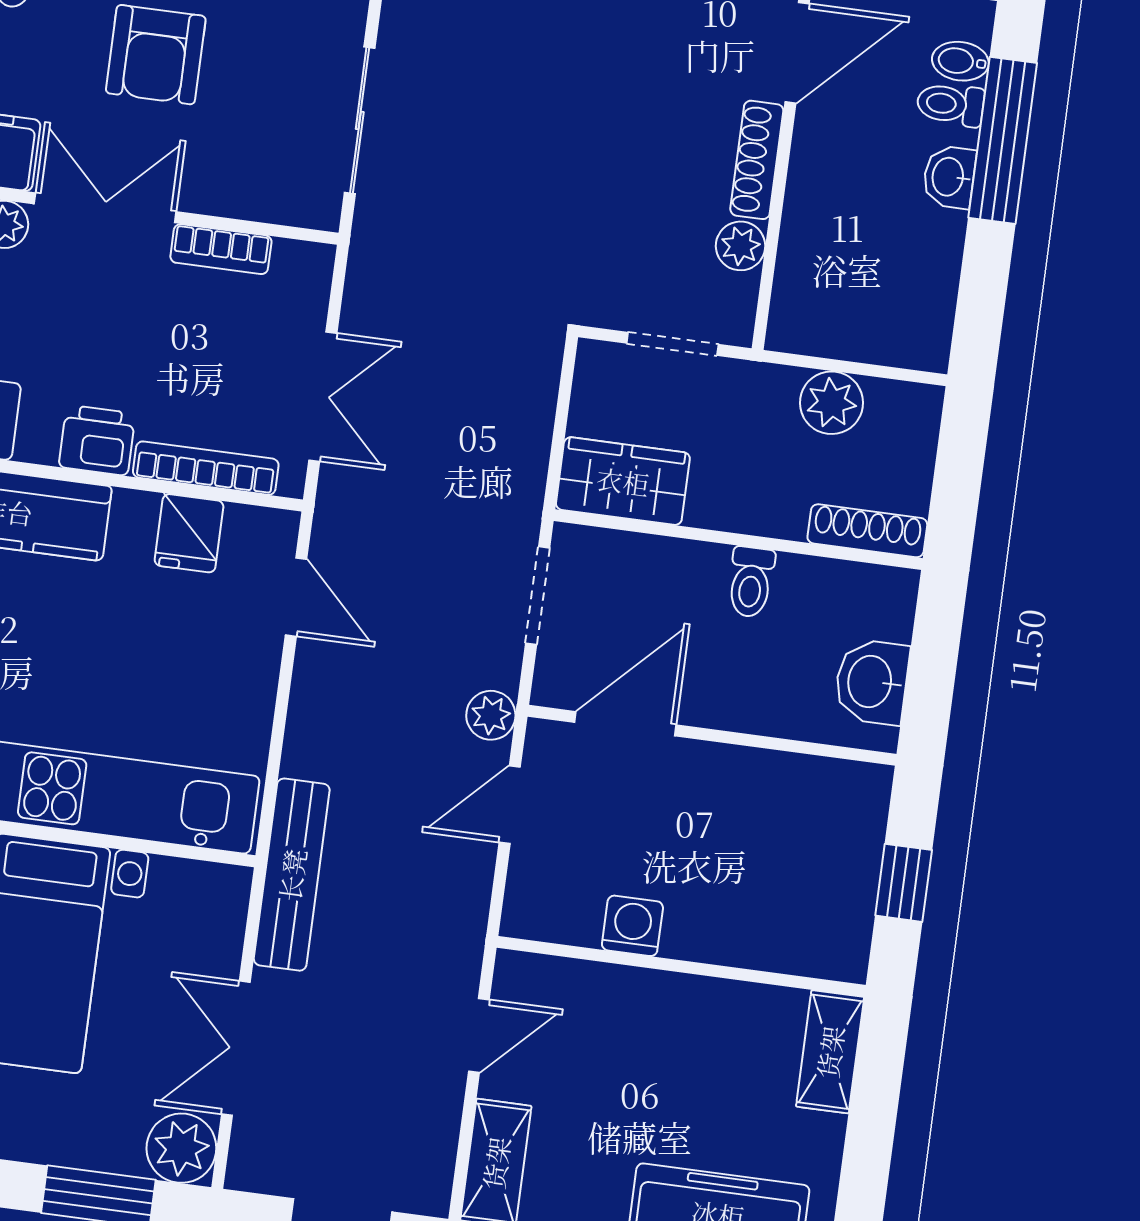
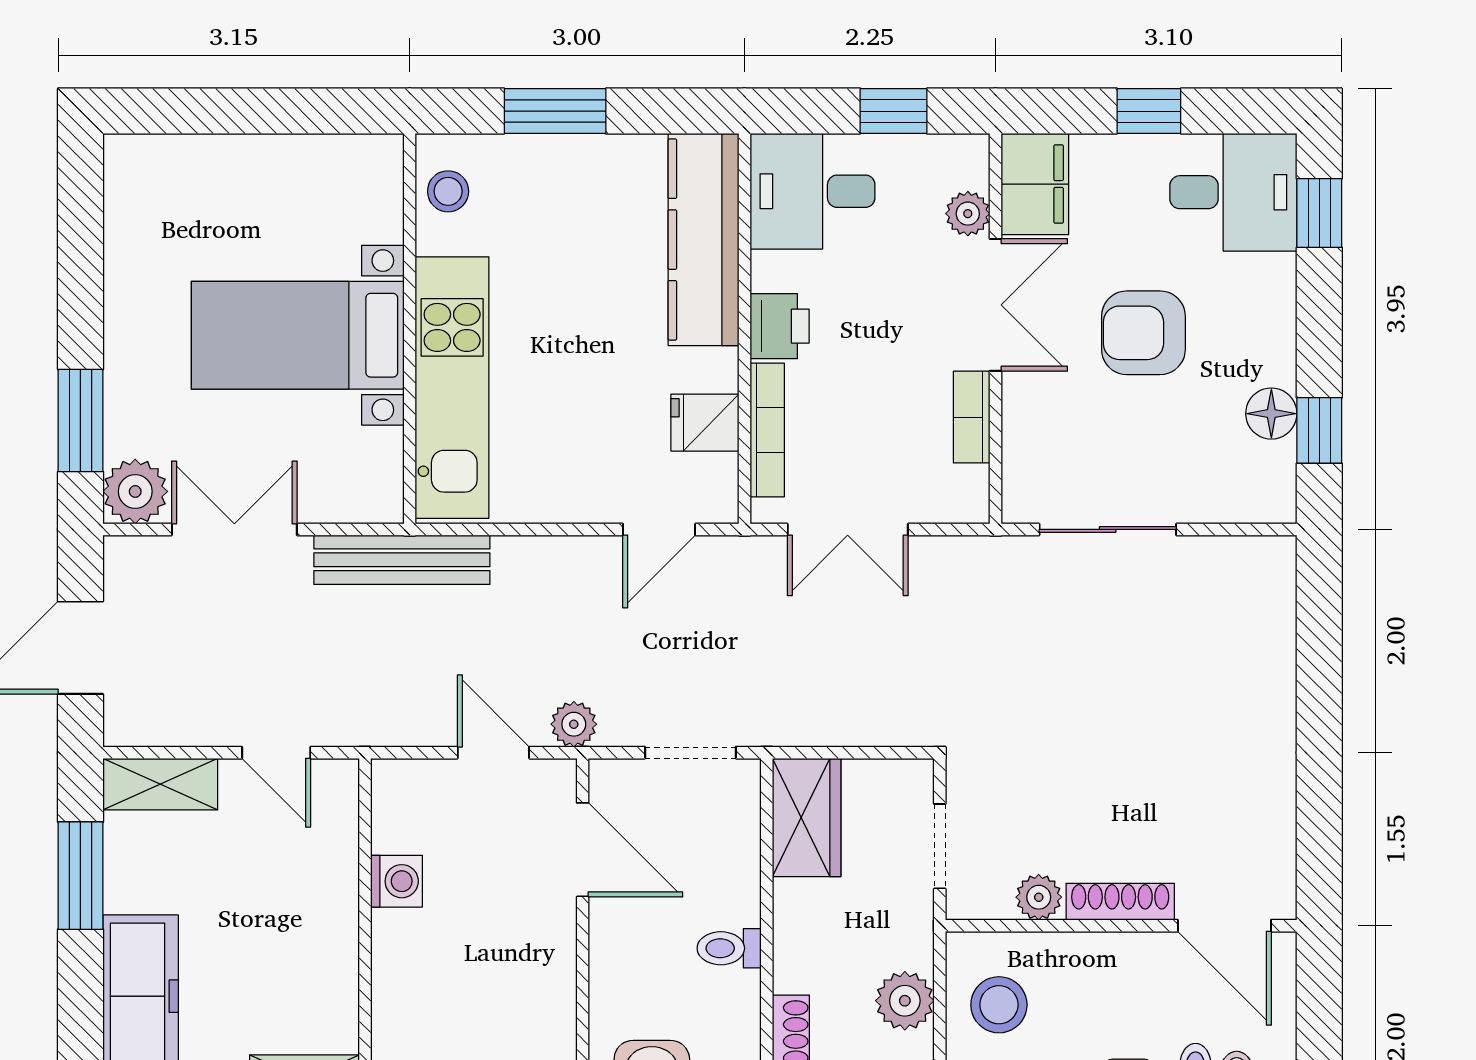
stool: (849, 303) -> (999, 1005), added

